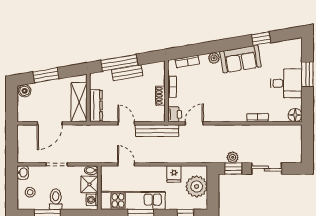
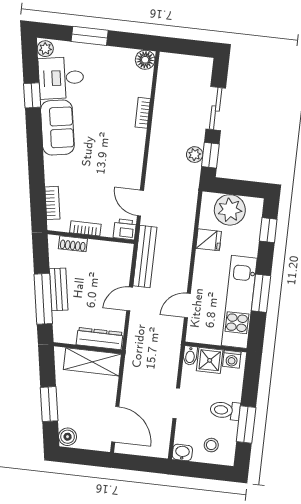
plant: (214, 58) -> (45, 49), moved
desk: (286, 83) -> (61, 78), moved, turned -100
shoe rack: (160, 96) -> (73, 244), moved
door: (50, 123) -> (115, 424), moved

